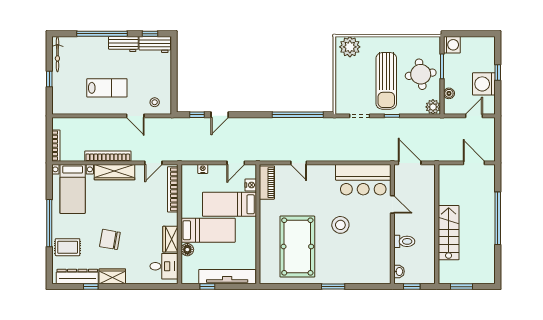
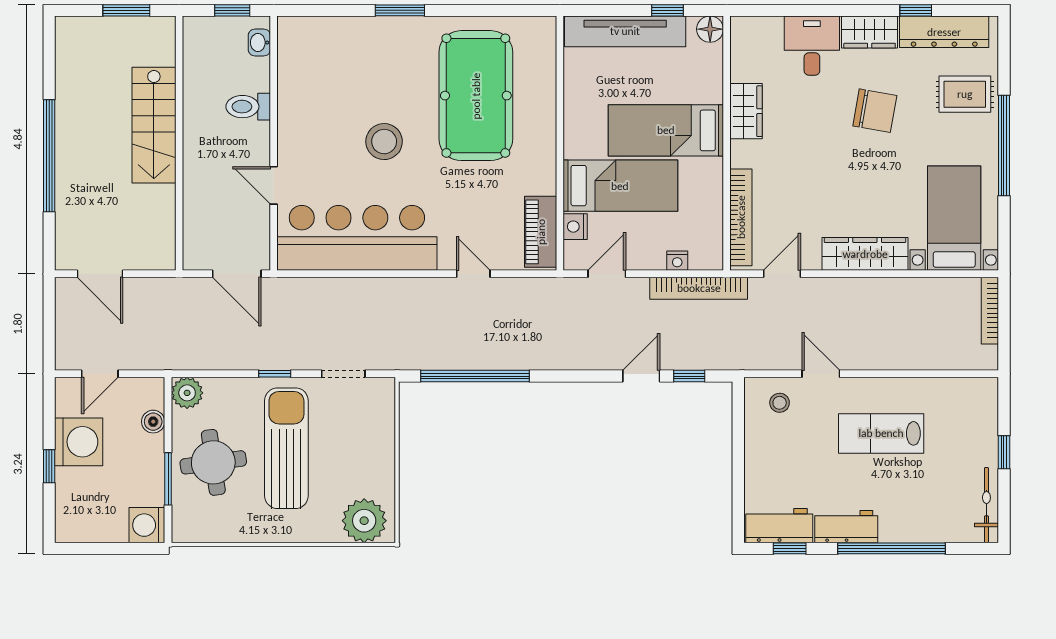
bookcase: (108, 156) -> (699, 288), moved
bar counter: (363, 180) -> (357, 238), width x1.36
floor lamp: (187, 250) -> (710, 29), moved
desk: (164, 266) -> (812, 46), moved, turned 90

